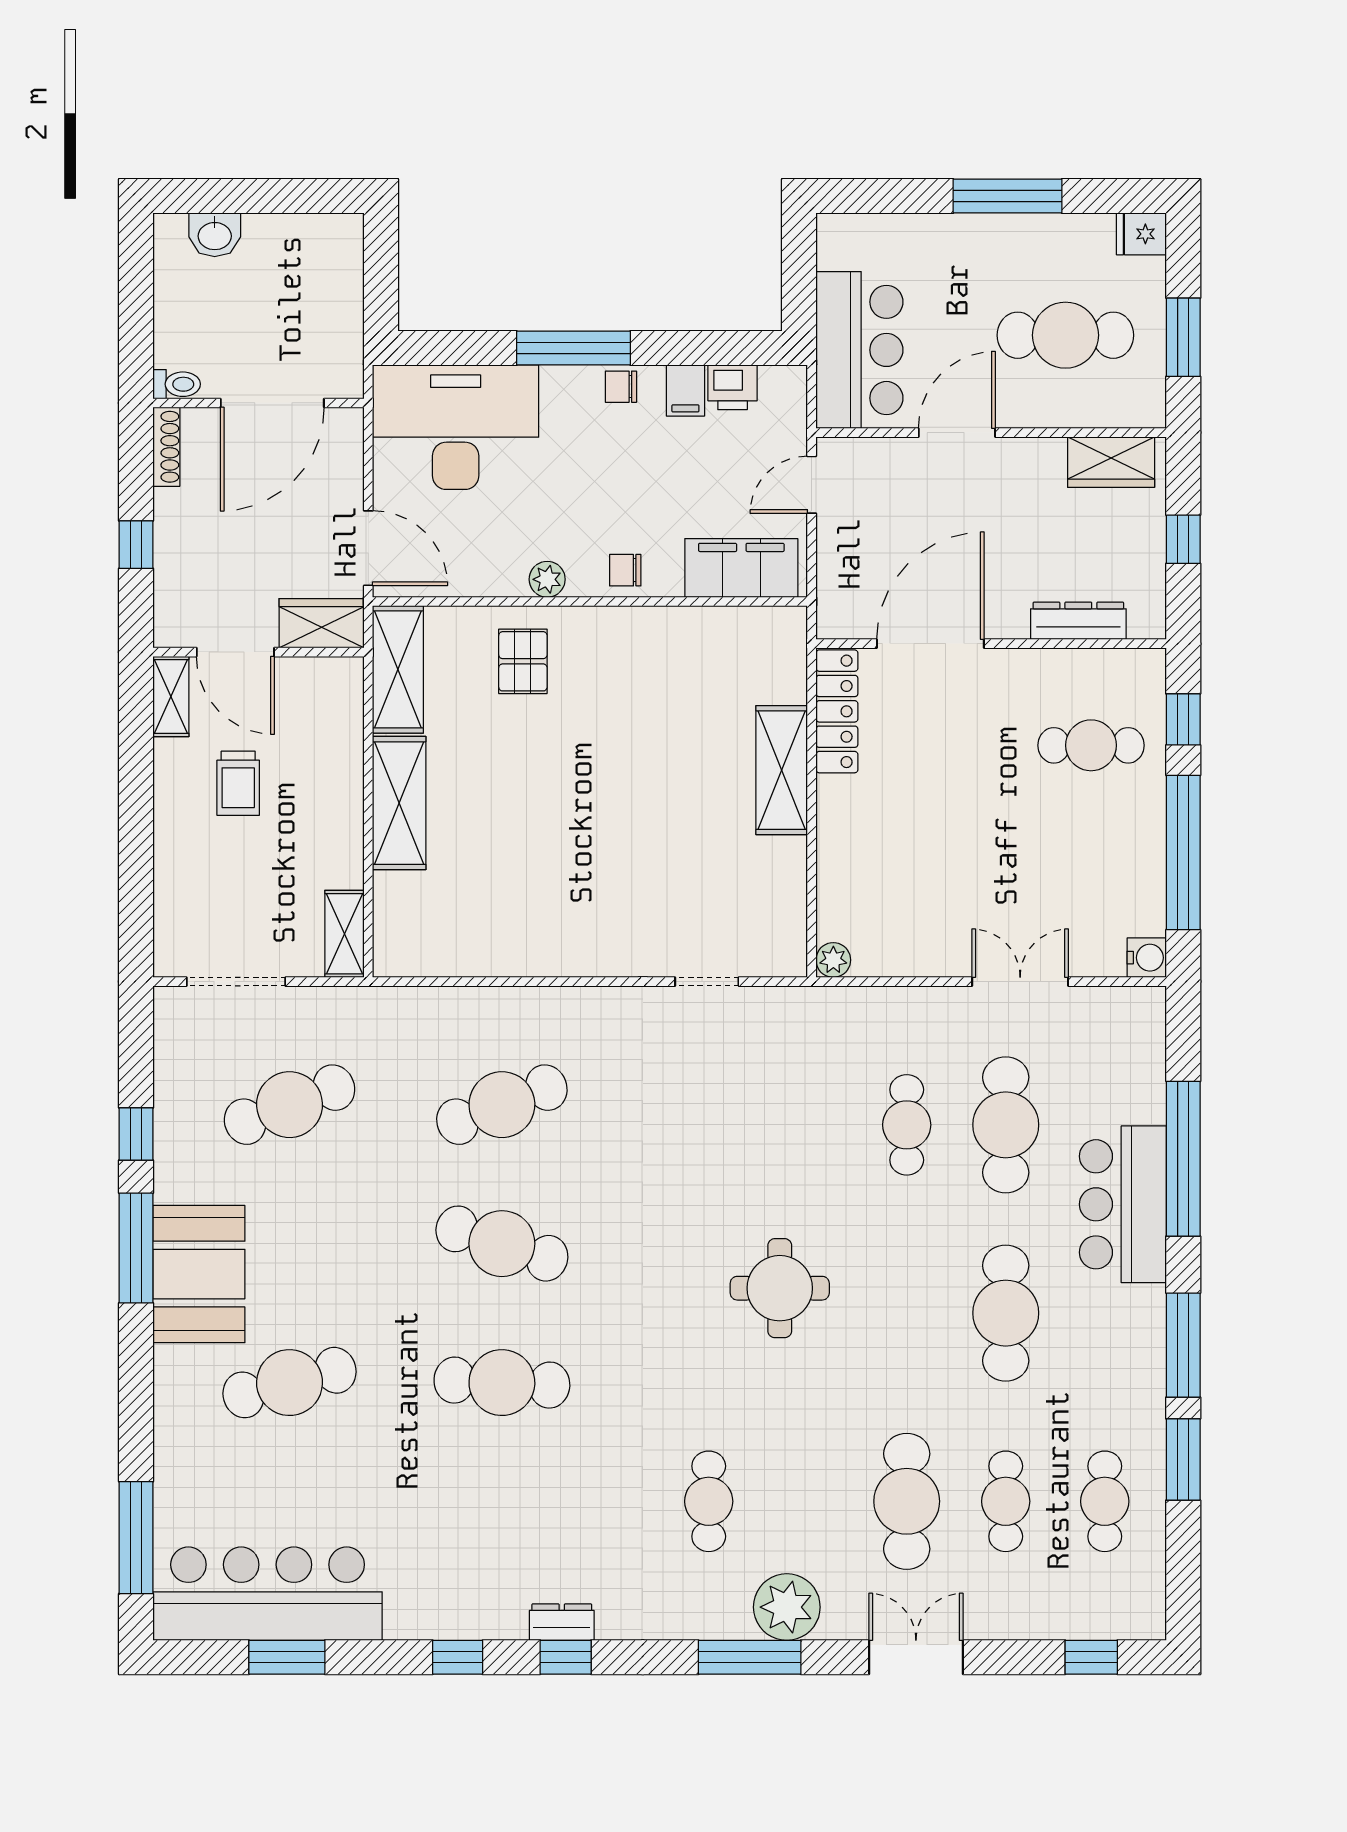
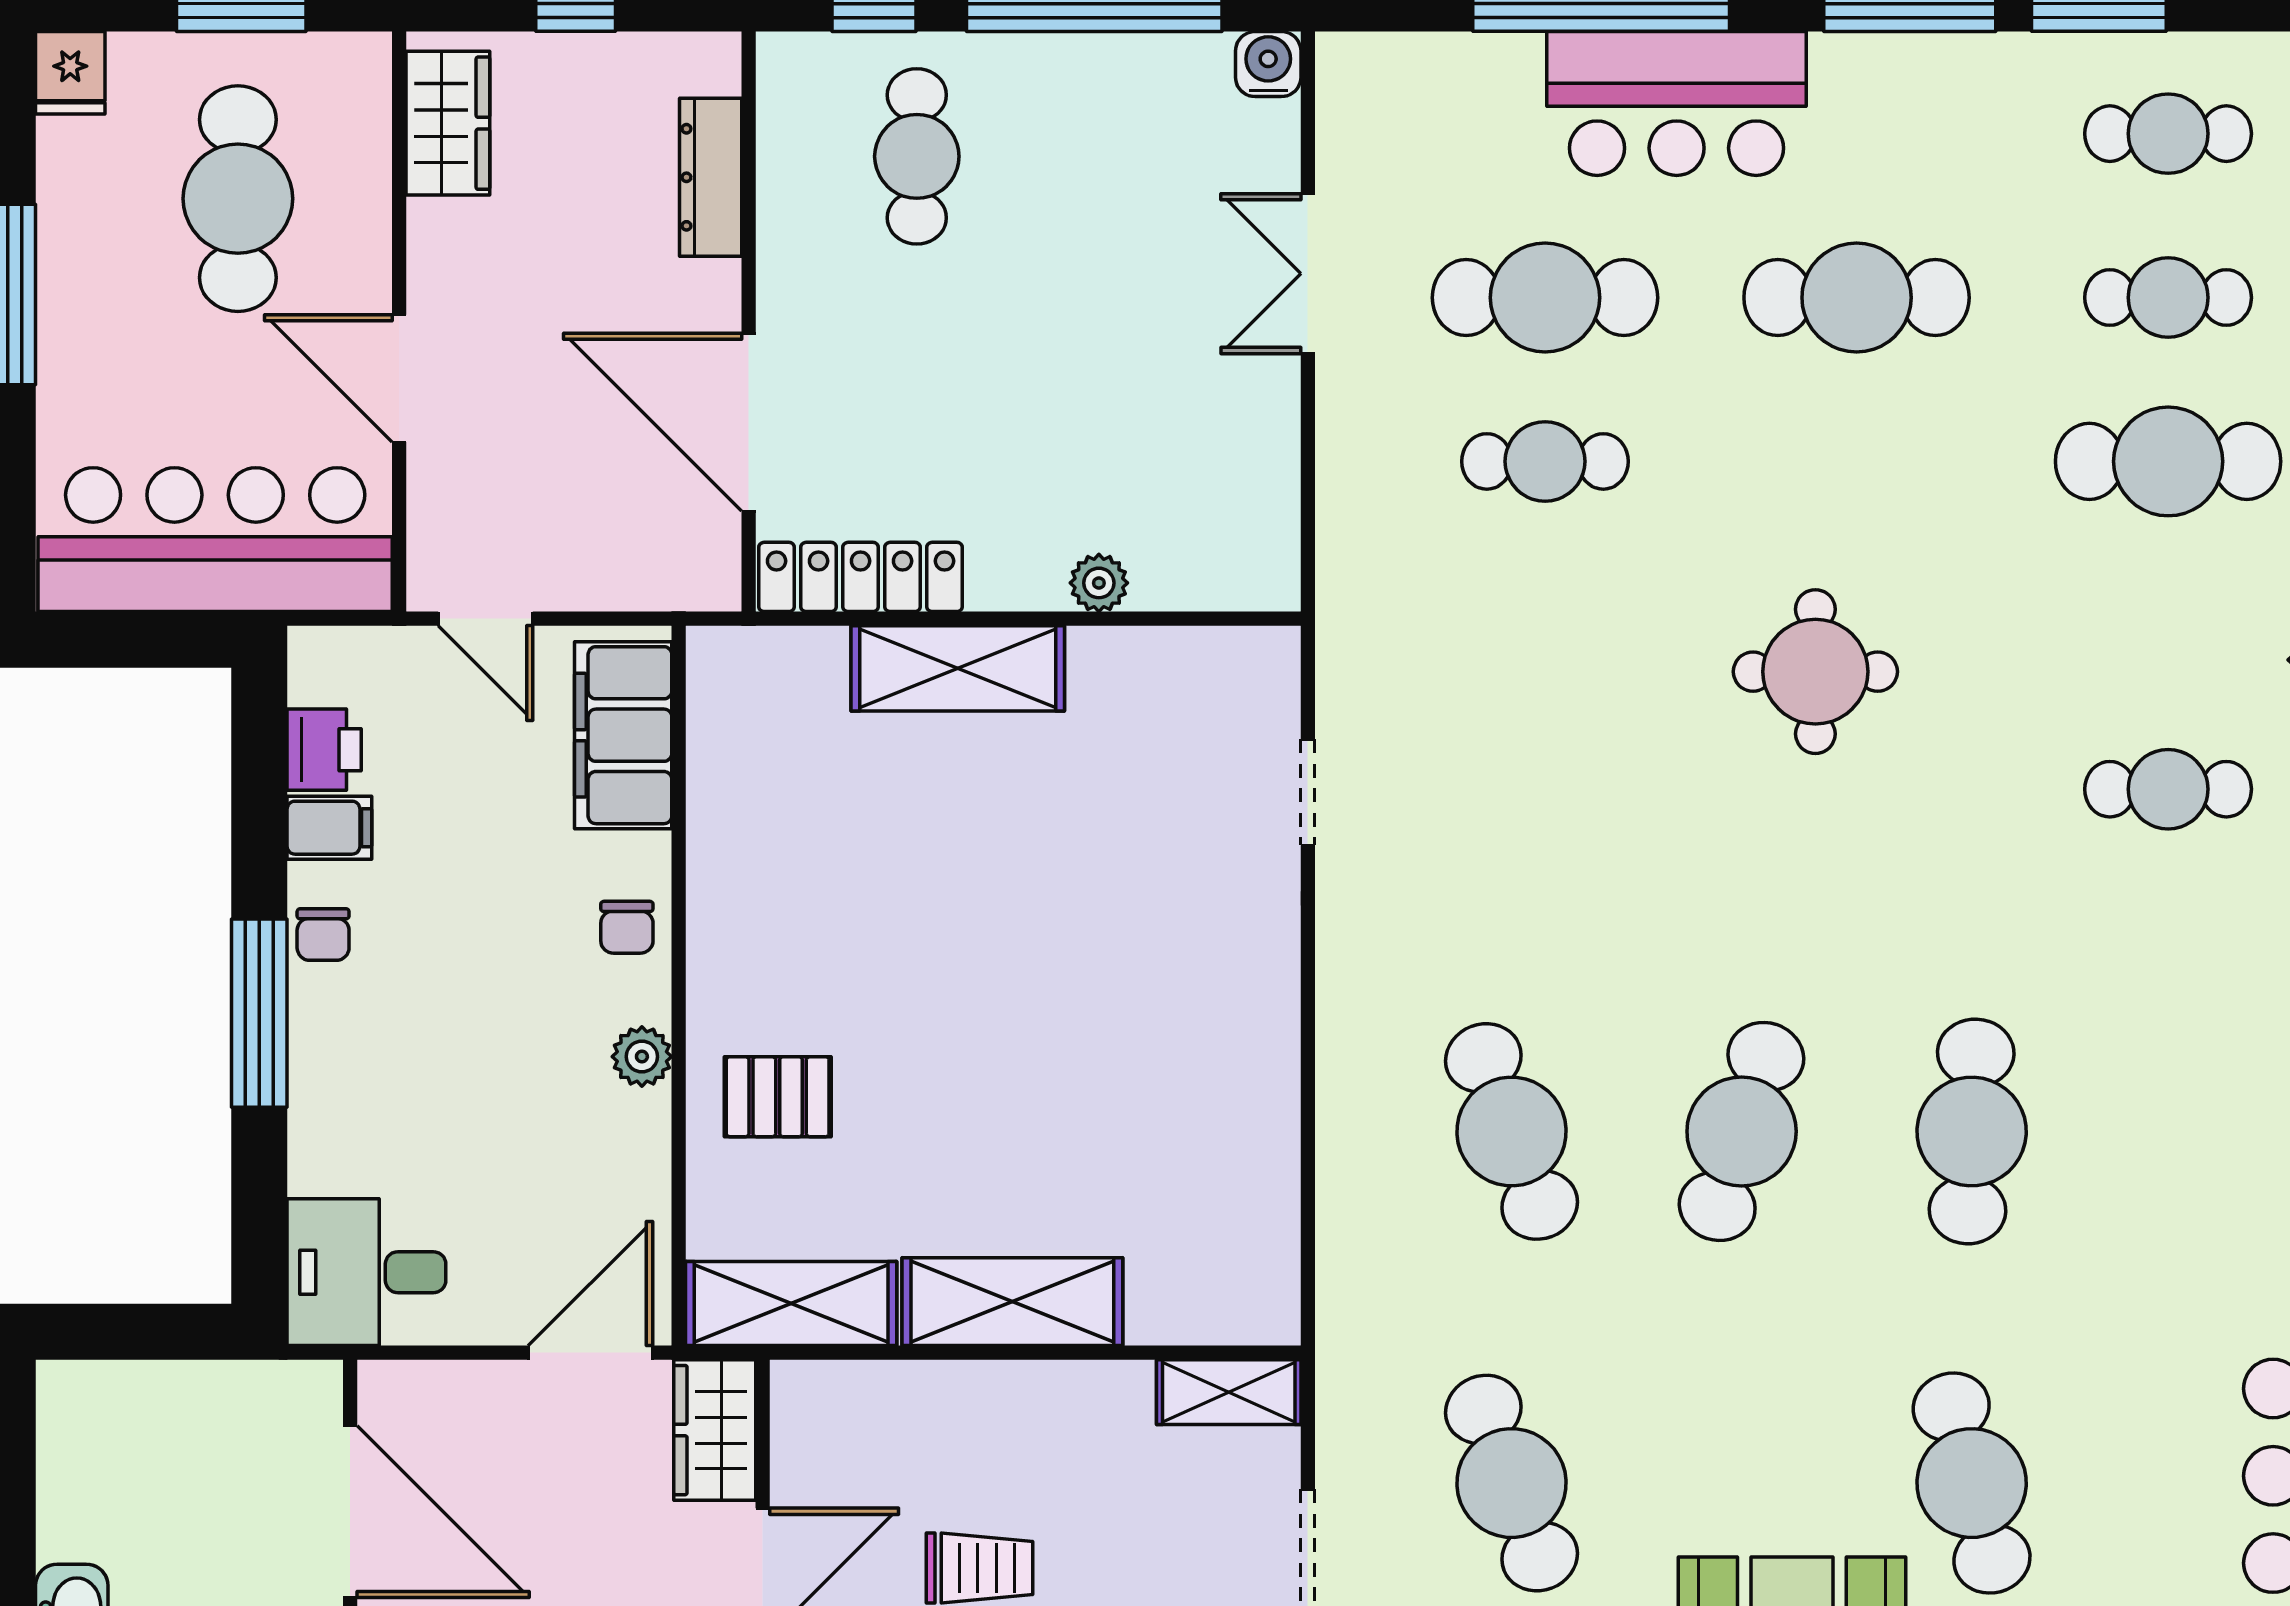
bar counter: (859, 350) -> (215, 540), width x1.36
desk: (456, 427) -> (366, 1272), width x0.53, depth x0.77
plant: (833, 960) -> (1099, 583), moved

